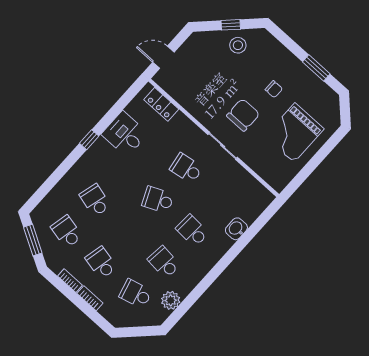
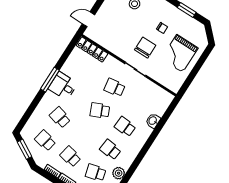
locker: (161, 104) -> (92, 49), width x1.53
desk: (125, 134) -> (63, 86), moved
window: (89, 140) -> (50, 80), width x2.17

